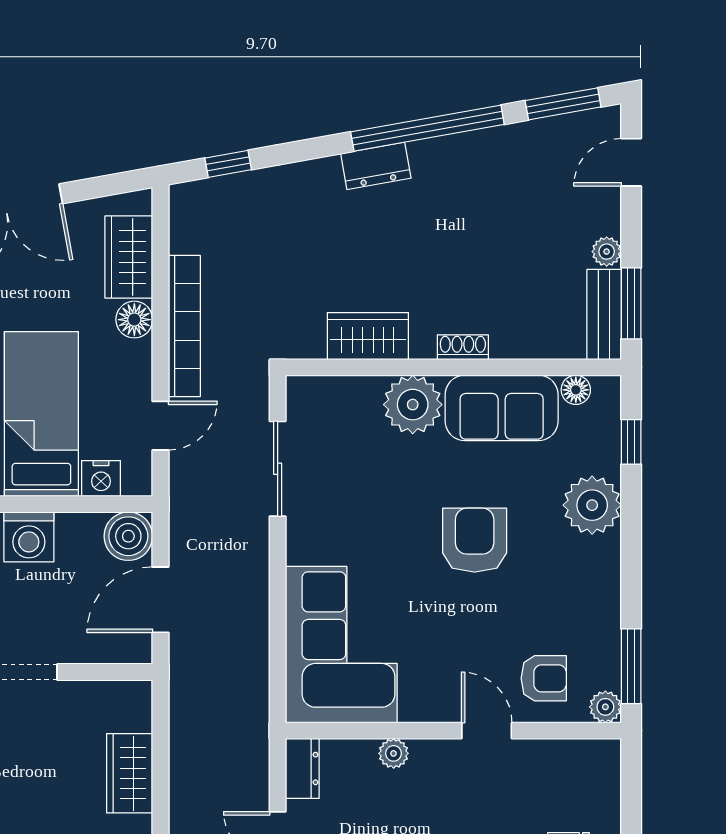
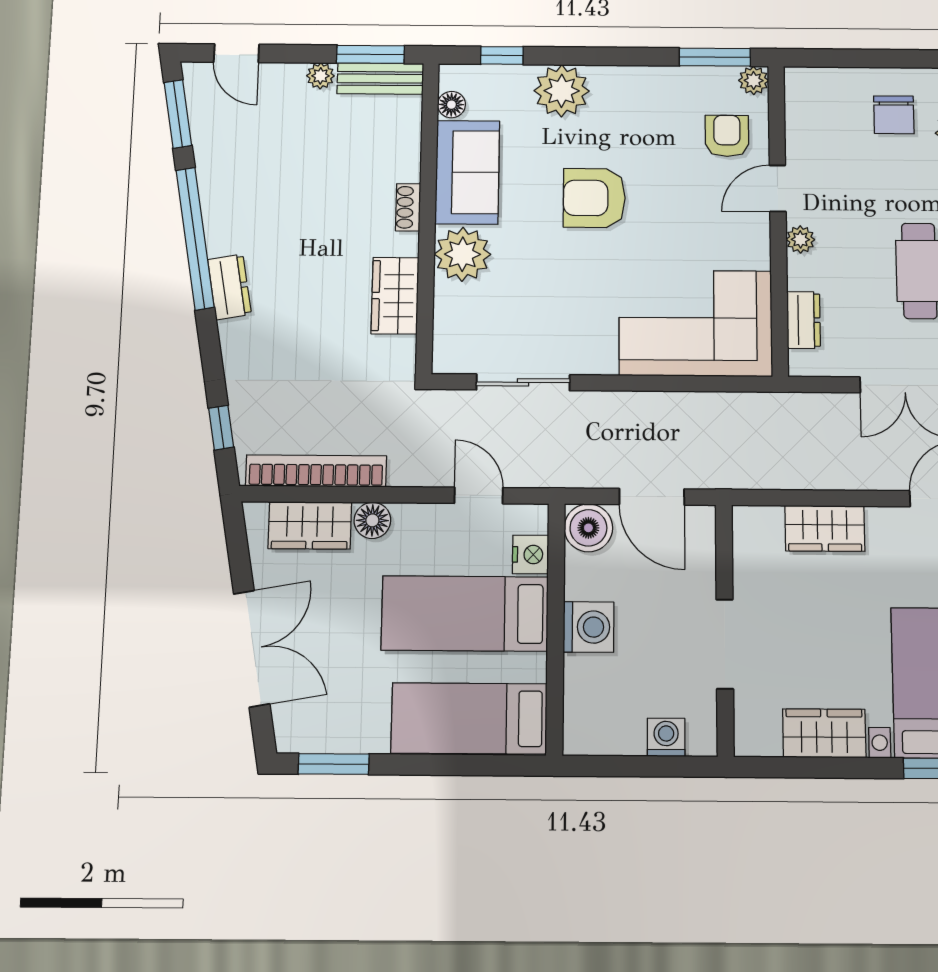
bookcase: (184, 326) -> (316, 471), moved
plant: (394, 753) -> (800, 239), moved
dresser: (302, 768) -> (804, 320), moved, turned 90

